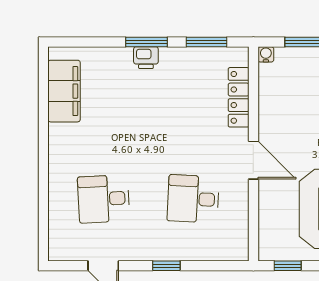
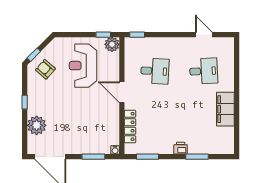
window: (147, 42) -> (197, 157), moved
filing cabinet: (64, 91) -> (225, 109), moved
plant: (271, 248) -> (112, 44), added
window: (166, 266) -> (137, 35), moved

